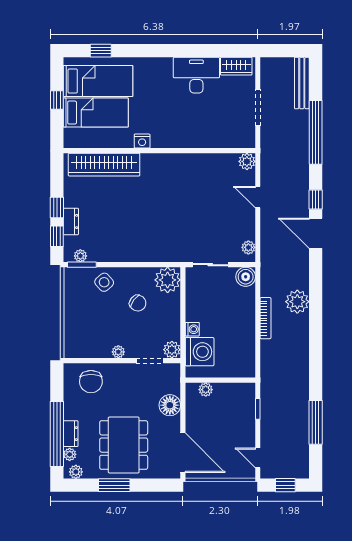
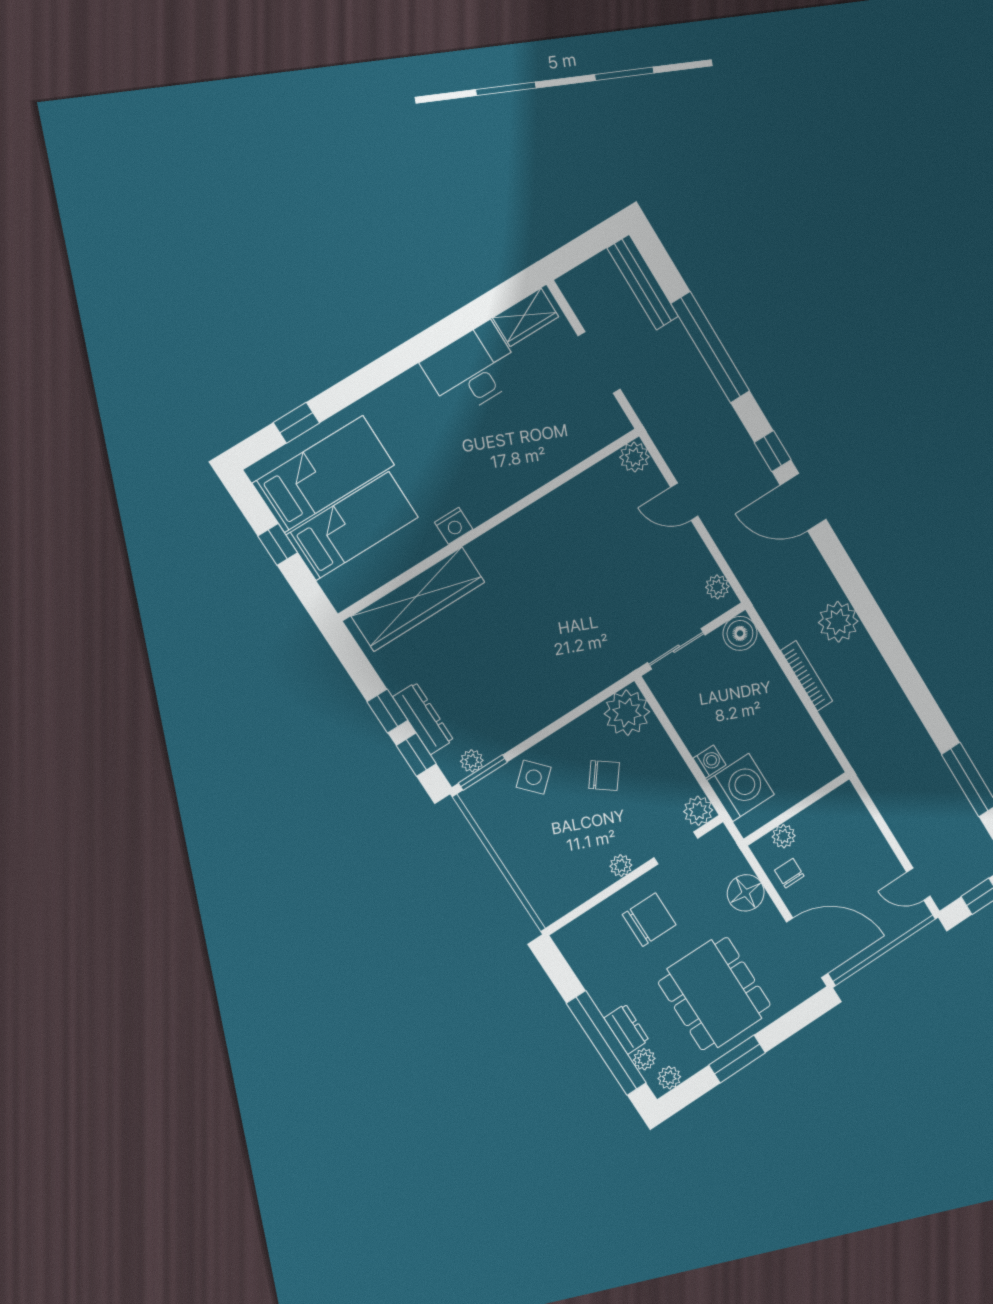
dresser: (71, 221) -> (423, 719), width x1.44
chair: (91, 382) -> (649, 920), moved, turned -90
window: (258, 409) -> (876, 815), removed
chair: (197, 410) -> (789, 873), added

